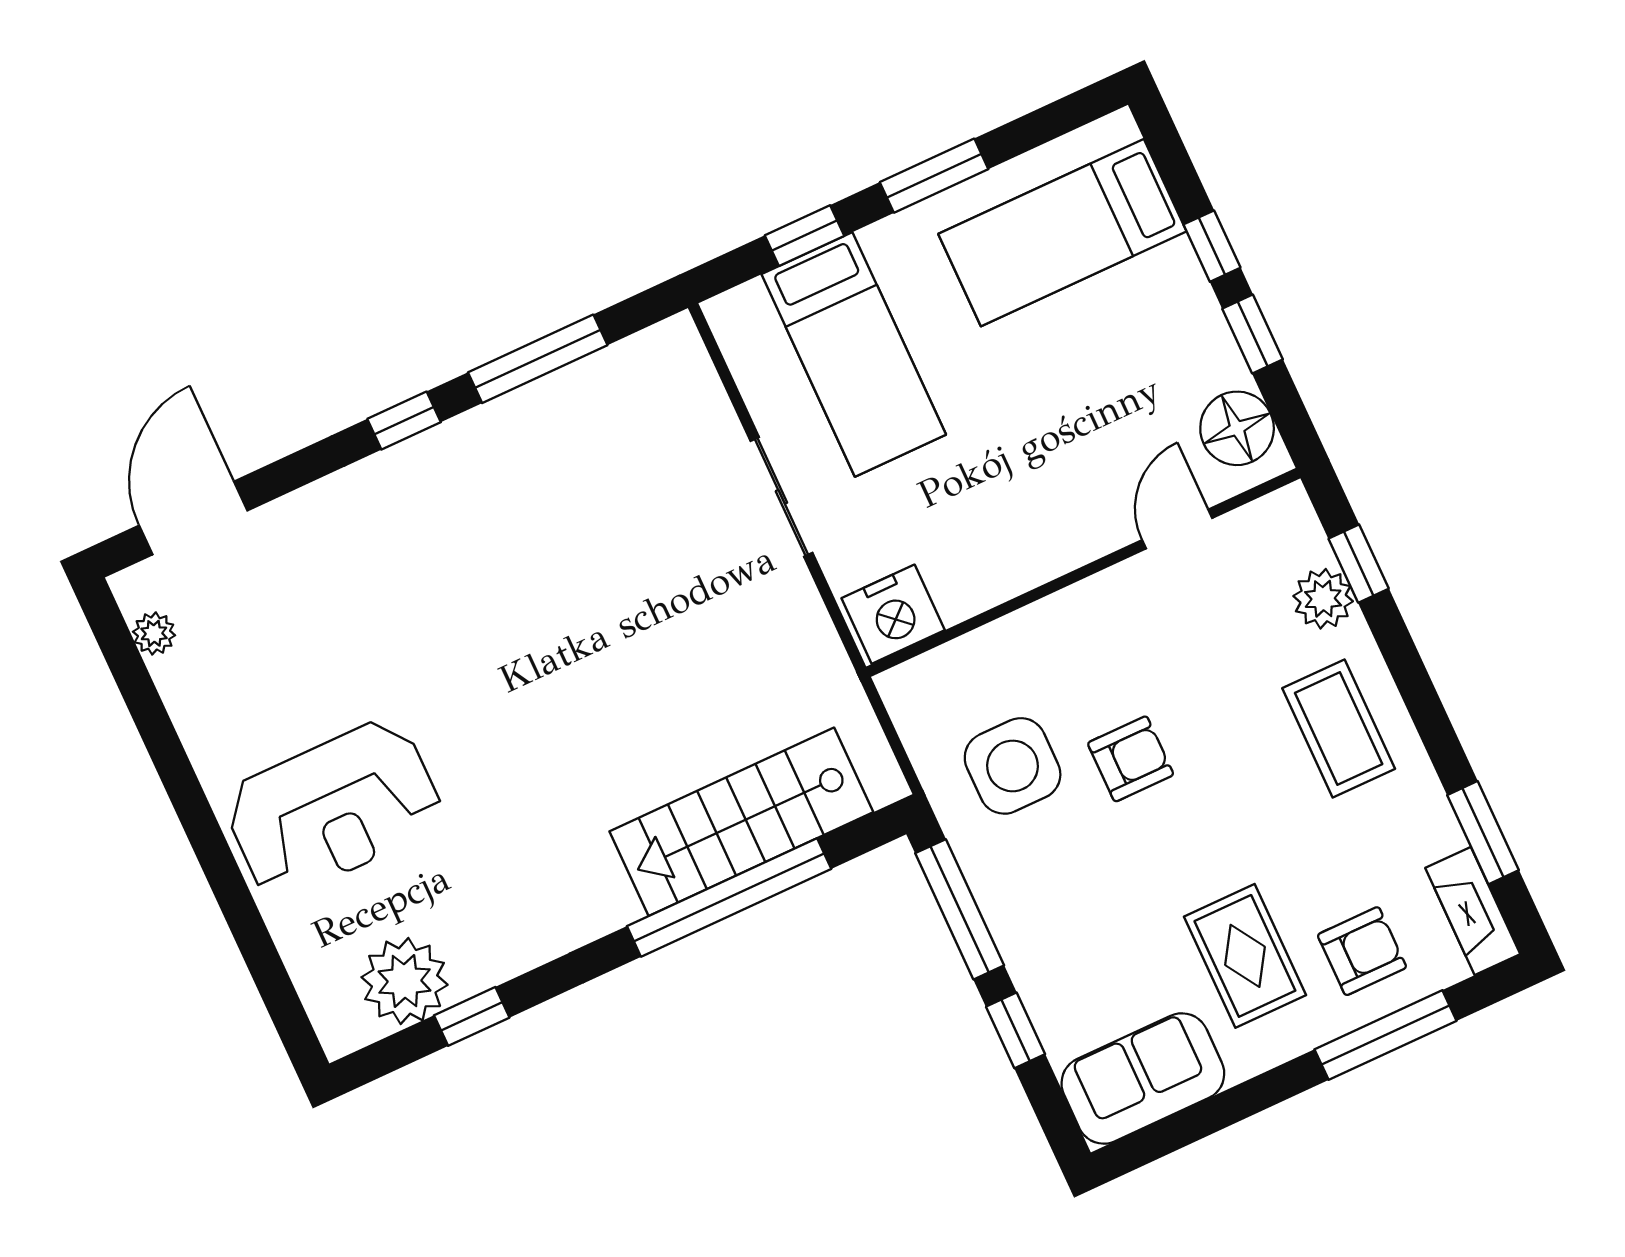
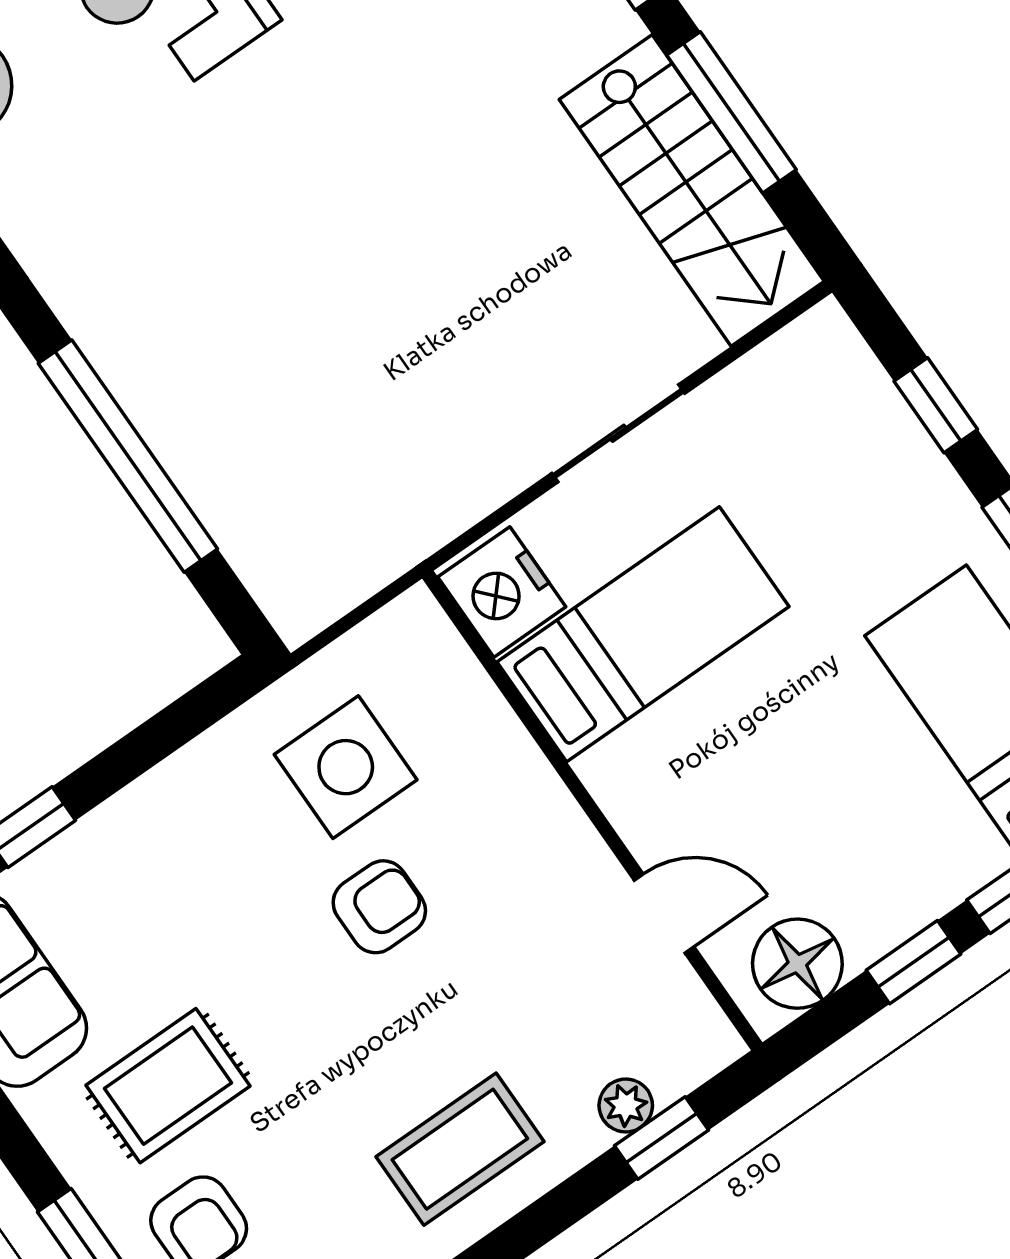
bed: (854, 354) -> (643, 634), moved, turned 180
plant: (1323, 599) -> (626, 1105), width x0.73, depth x0.73
armchair: (1131, 759) -> (379, 907), turned -90
stairs: (741, 822) -> (692, 190), moved, turned 180
window: (960, 909) -> (163, 734), removed

